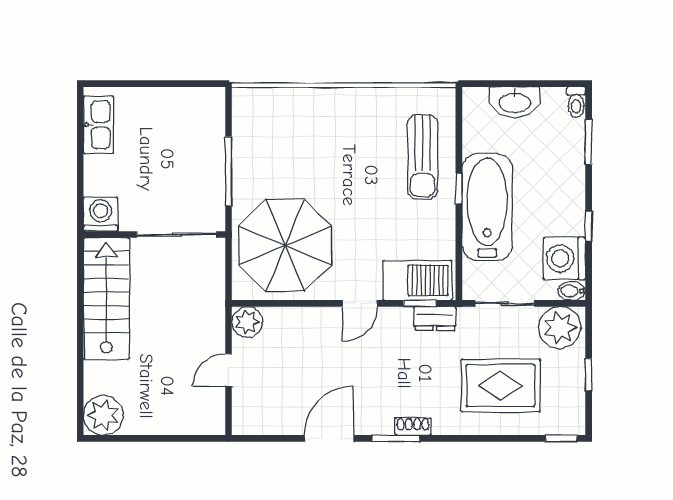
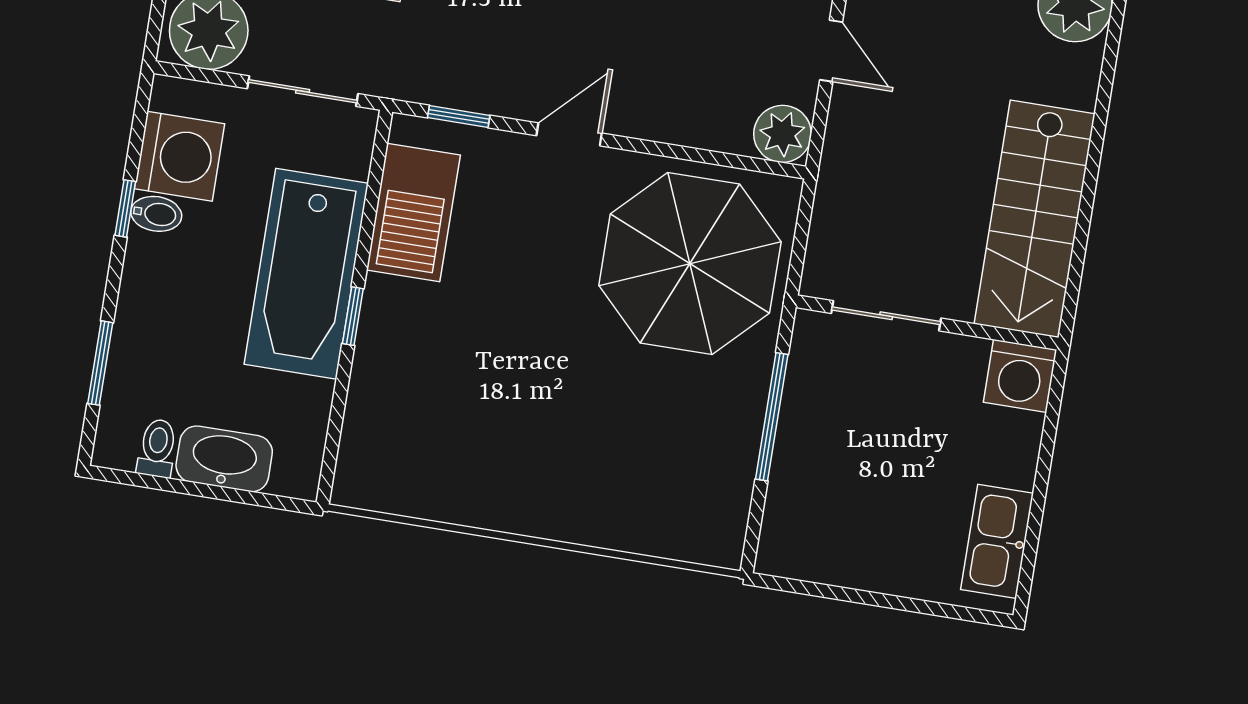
toilet: (576, 102) -> (157, 448), moved
sun lounger: (423, 157) -> (410, 385), removed
sliding door: (177, 235) -> (886, 316), width x0.73
barbecue: (417, 280) -> (413, 212), moved, turned -90
bidet: (572, 291) -> (156, 214), moved
dresser: (435, 318) -> (436, 84), removed
door: (229, 370) -> (831, 51), hinge flipped

